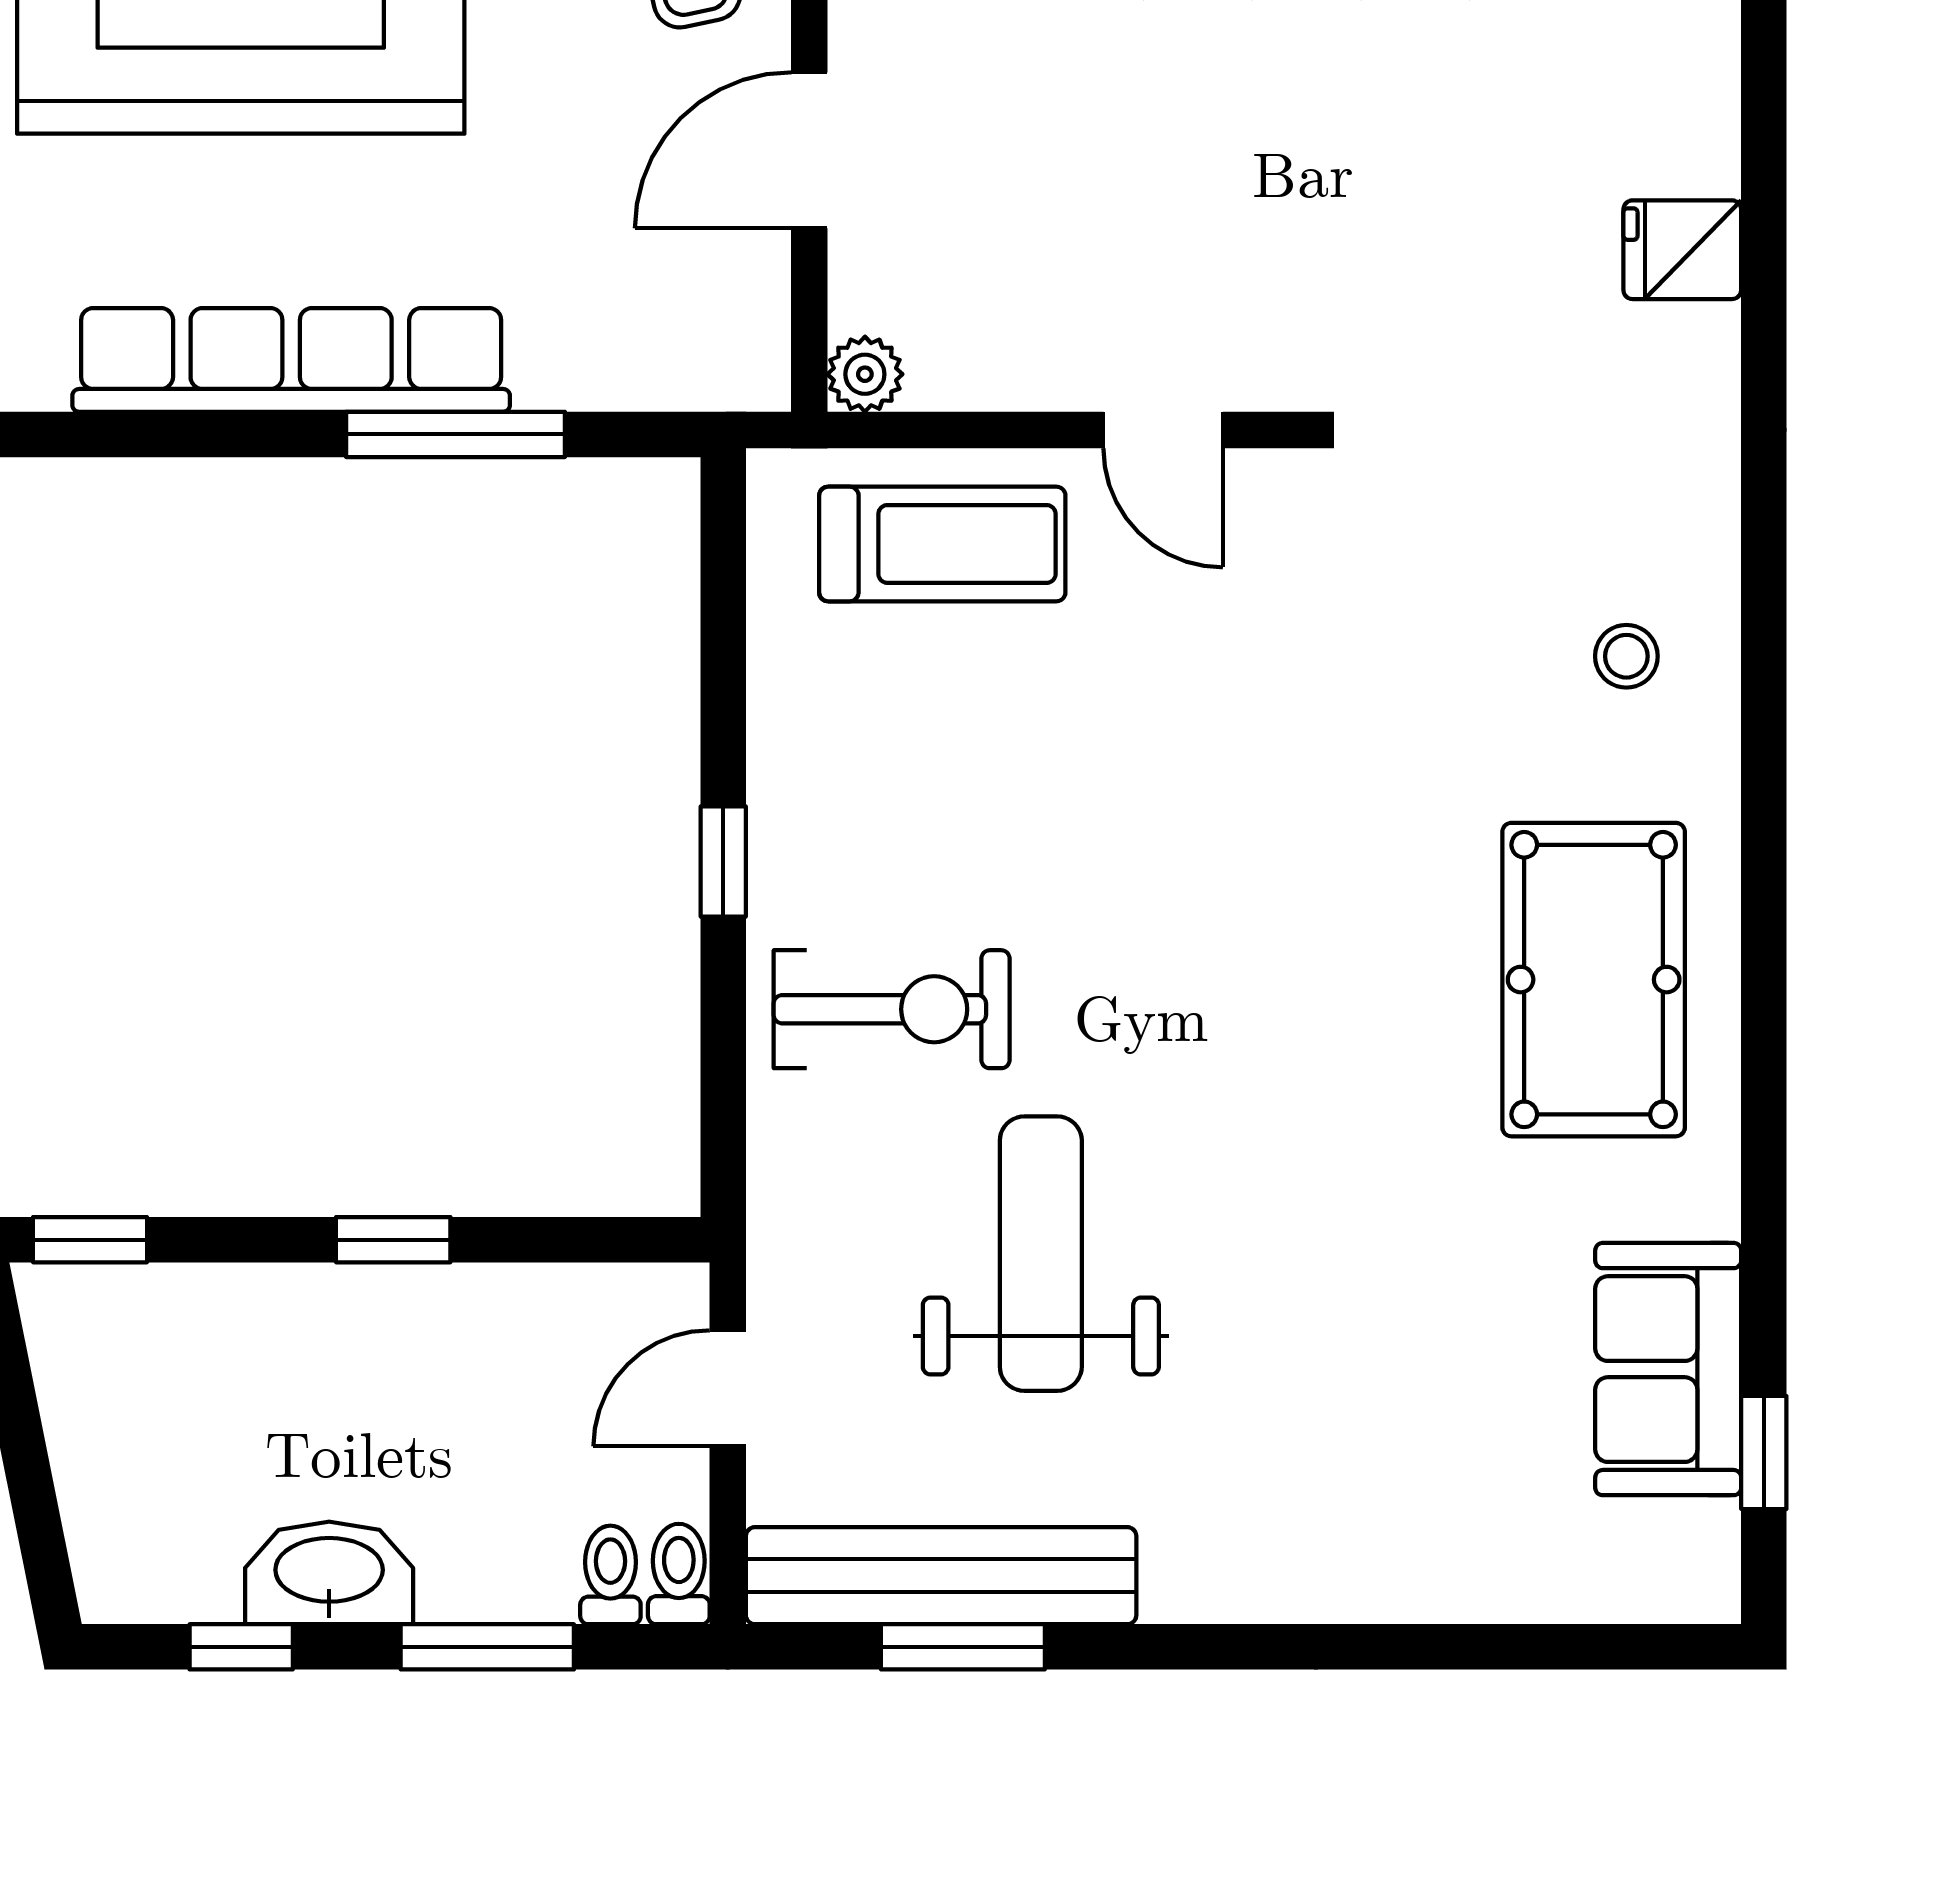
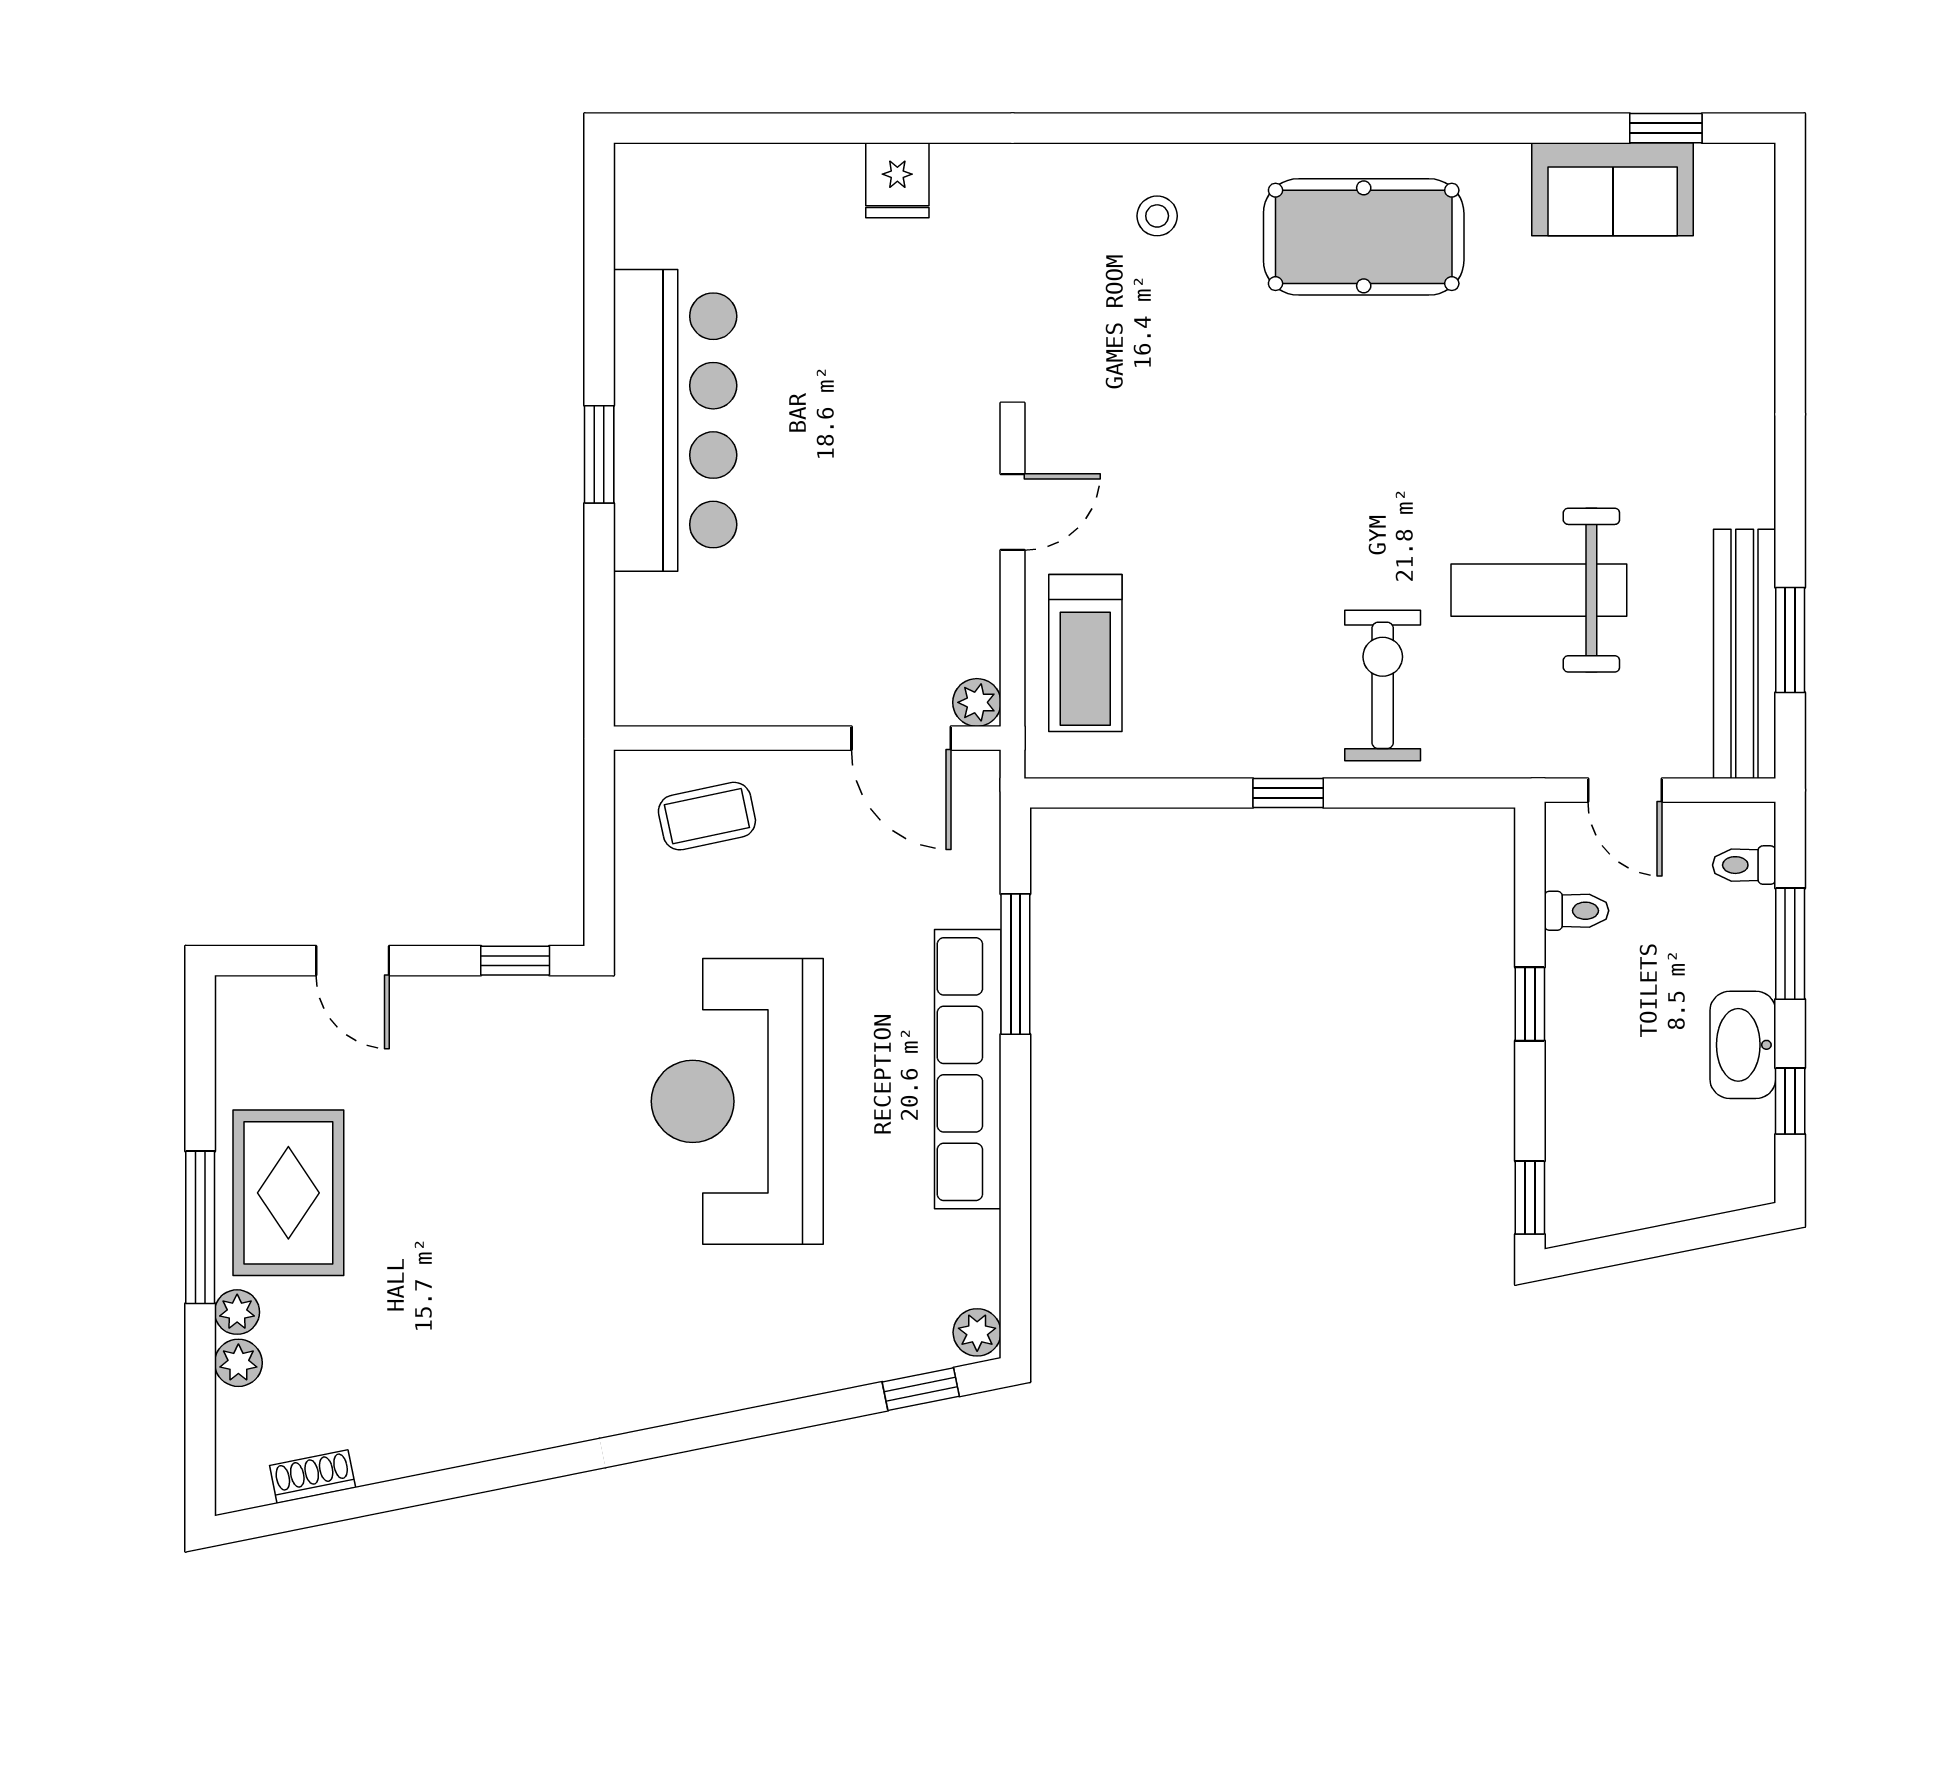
door: (809, 150) -> (901, 738), moved
treadmill: (942, 544) -> (1085, 653), turned 180
toilet: (679, 1574) -> (1576, 911), moved, turned 180

